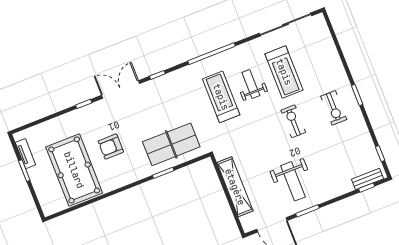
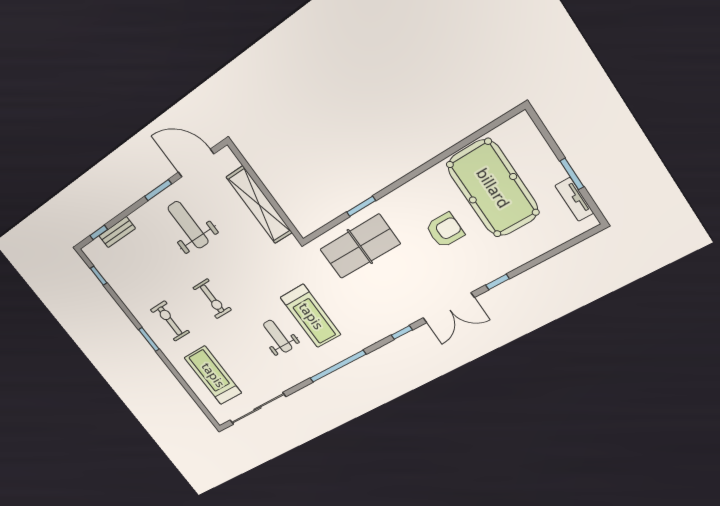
treadmill: (284, 72) -> (213, 375), moved
weight bench: (251, 84) -> (278, 336), turned 180
bench: (367, 179) -> (117, 232), moved

